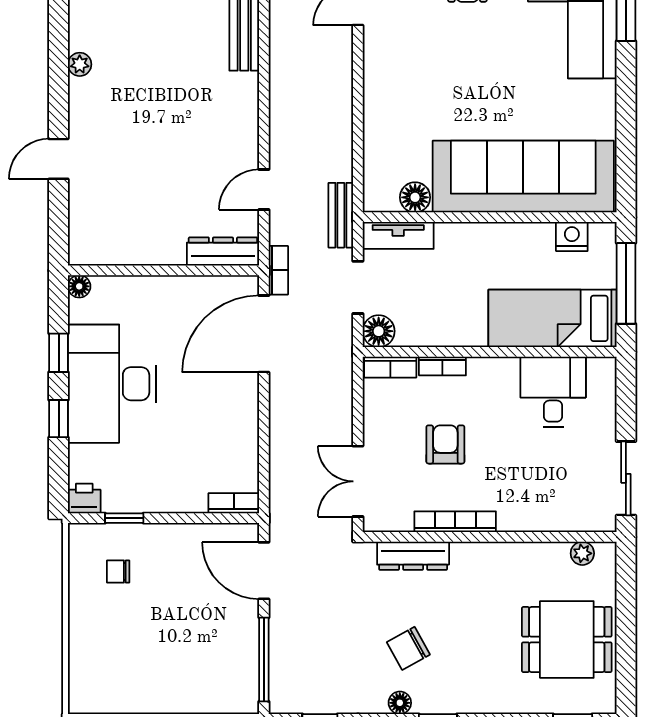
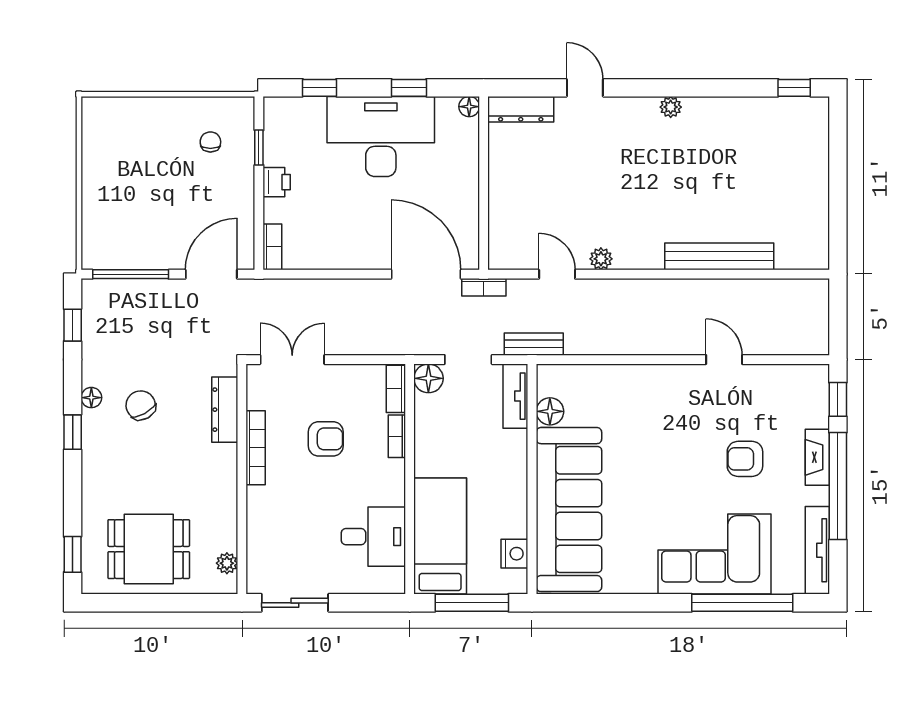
plant: (247, 141) -> (601, 259), added
dresser: (223, 252) -> (521, 109), moved, turned 90
window: (59, 419) -> (320, 88), moved
printer: (84, 499) -> (277, 182), moved
dining table: (567, 640) -> (149, 549), turned 90

